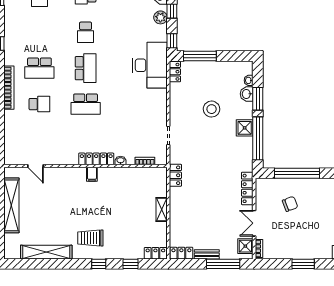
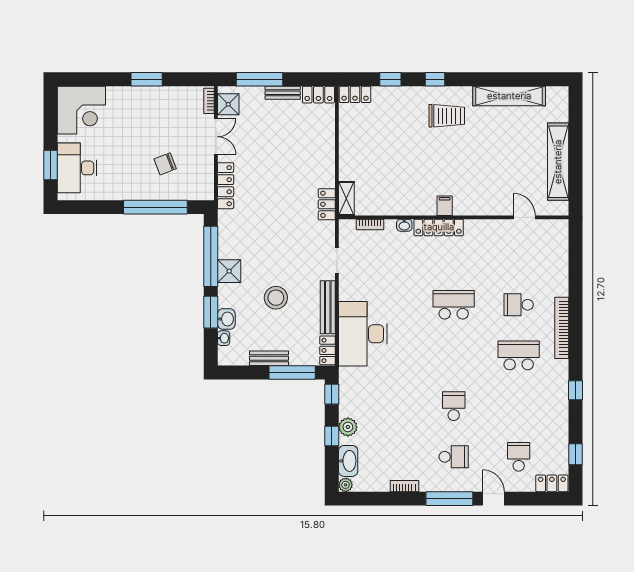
desk: (150, 65) -> (363, 334), moved
bench: (216, 66) -> (269, 358), added
school desk: (86, 68) -> (454, 355), removed
bench: (175, 102) -> (328, 307), added
shelving: (162, 210) -> (346, 198), moved

